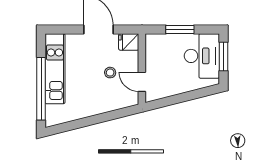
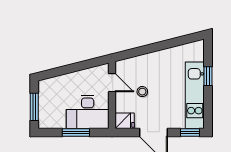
window: (60, 29) -> (190, 133), added
desk: (202, 56) -> (88, 112), moved, turned -90
window: (41, 89) -> (208, 76), width x0.32

